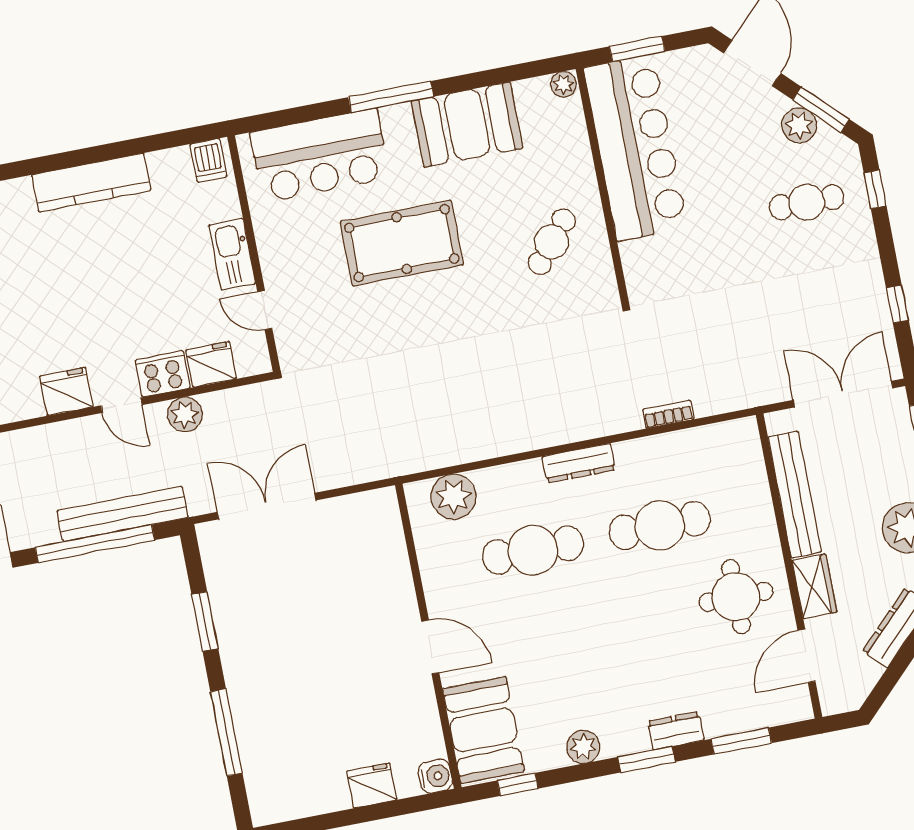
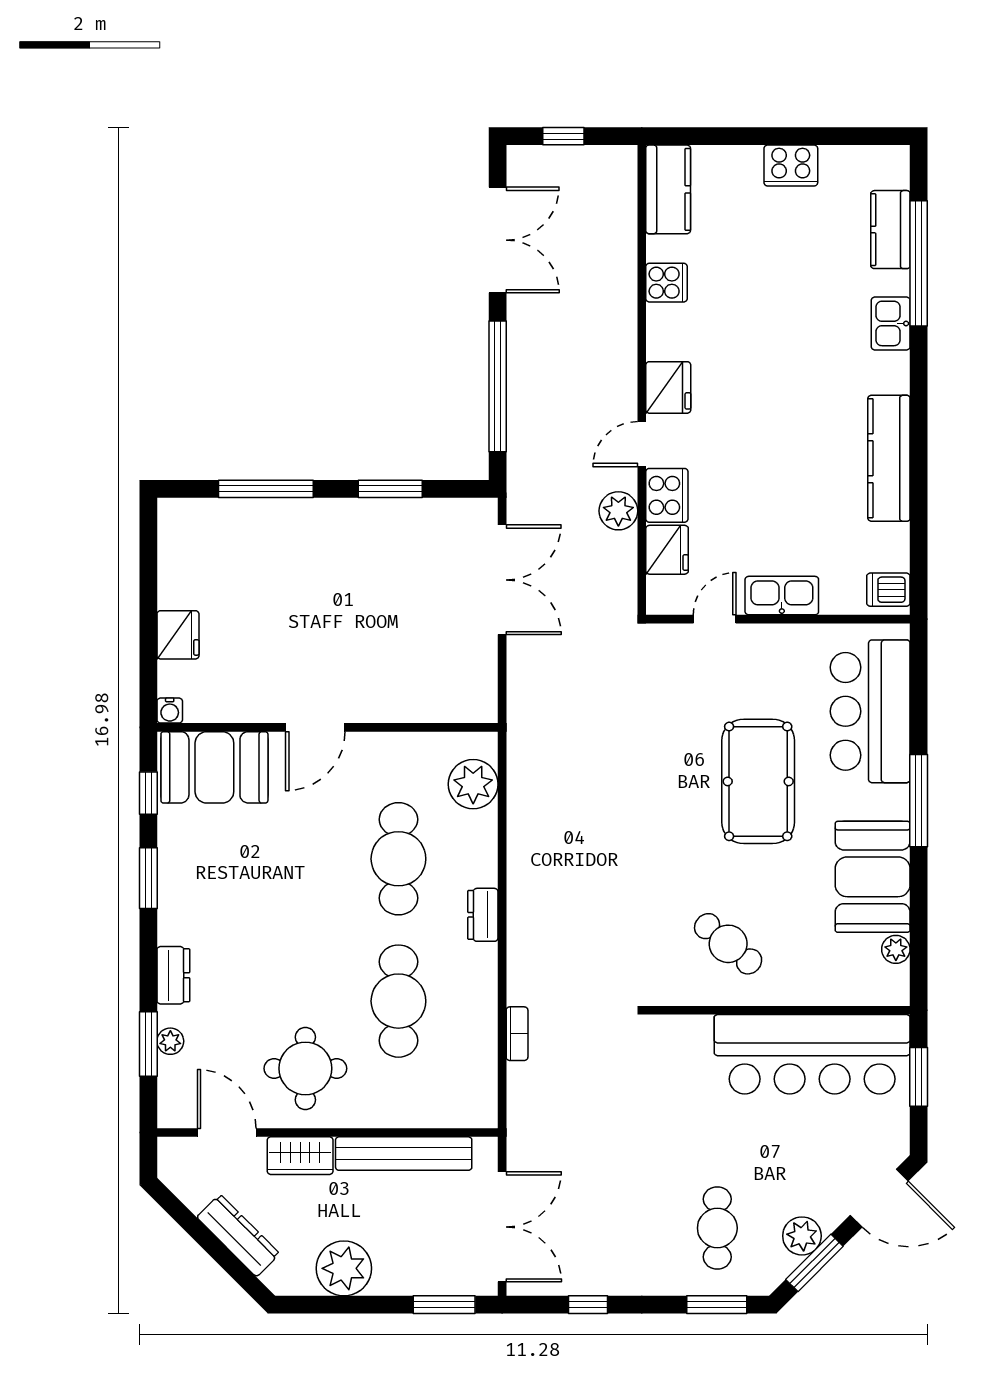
plant: (564, 84) -> (896, 949), moved
window: (875, 189) -> (717, 1305), width x1.50
dresser: (579, 463) -> (483, 915), width x0.70
bench: (123, 514) -> (524, 423), removed
plant: (583, 747) -> (170, 1041), moved, width x0.73, depth x0.73
window: (647, 759) -> (148, 878), moved
water cooler: (435, 776) -> (170, 711), width x0.72, depth x0.72

